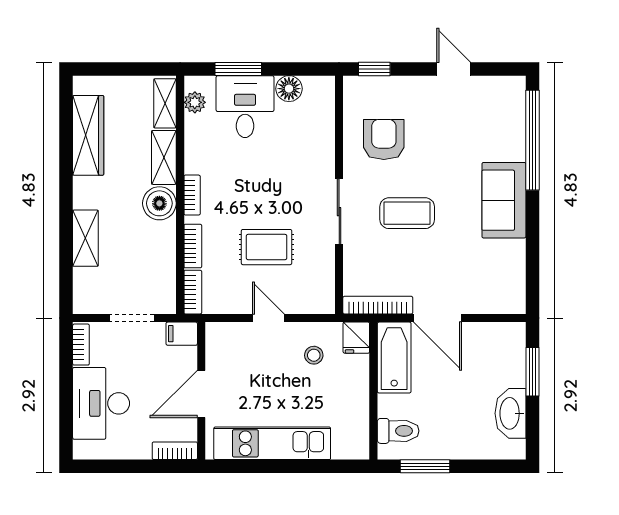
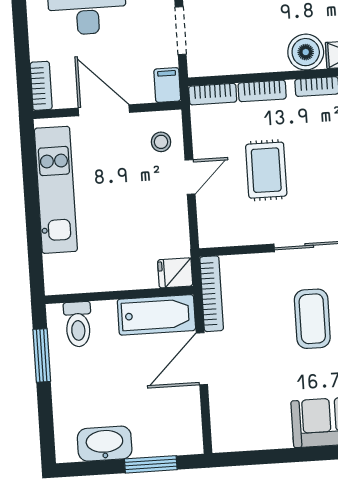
stool: (314, 355) -> (161, 142), moved

